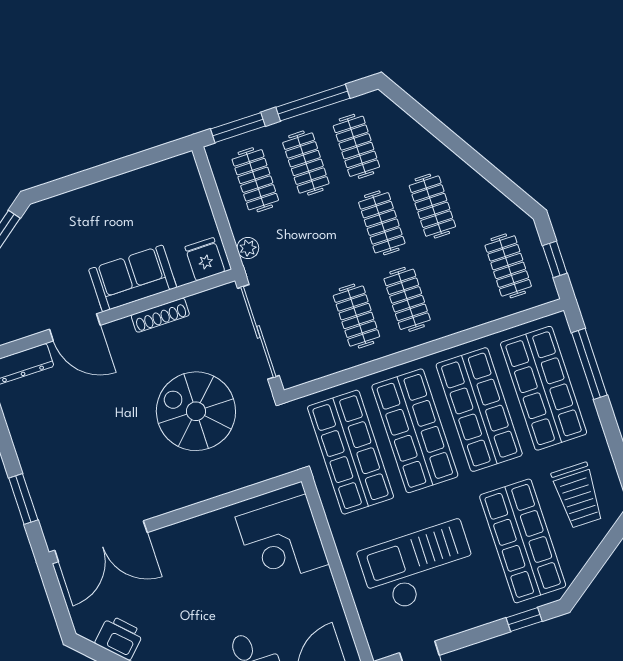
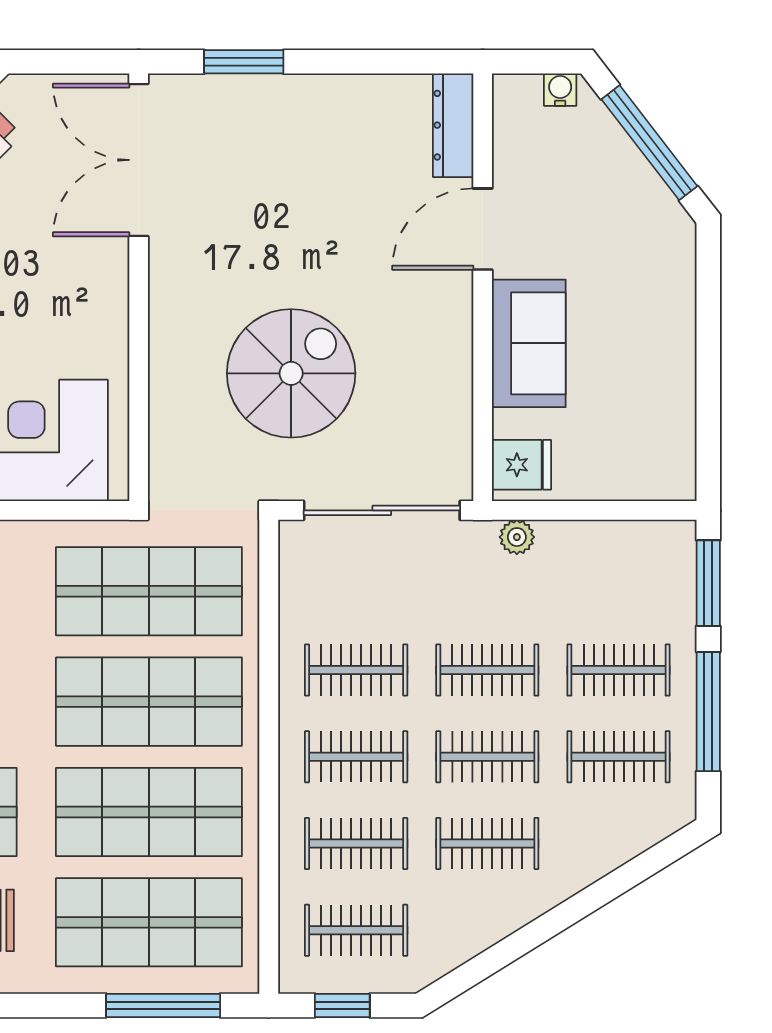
clothes rail: (255, 180) -> (487, 670), moved
clothes rail: (458, 283) -> (356, 844), added
shoe rack: (160, 315) -> (458, 367), removed

